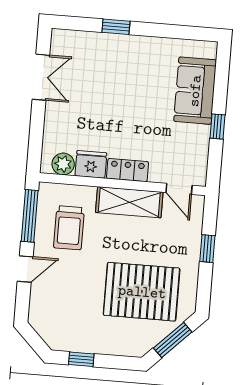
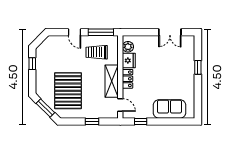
window: (217, 126) -> (141, 121), moved
door: (179, 189) -> (120, 105), swing flipped

